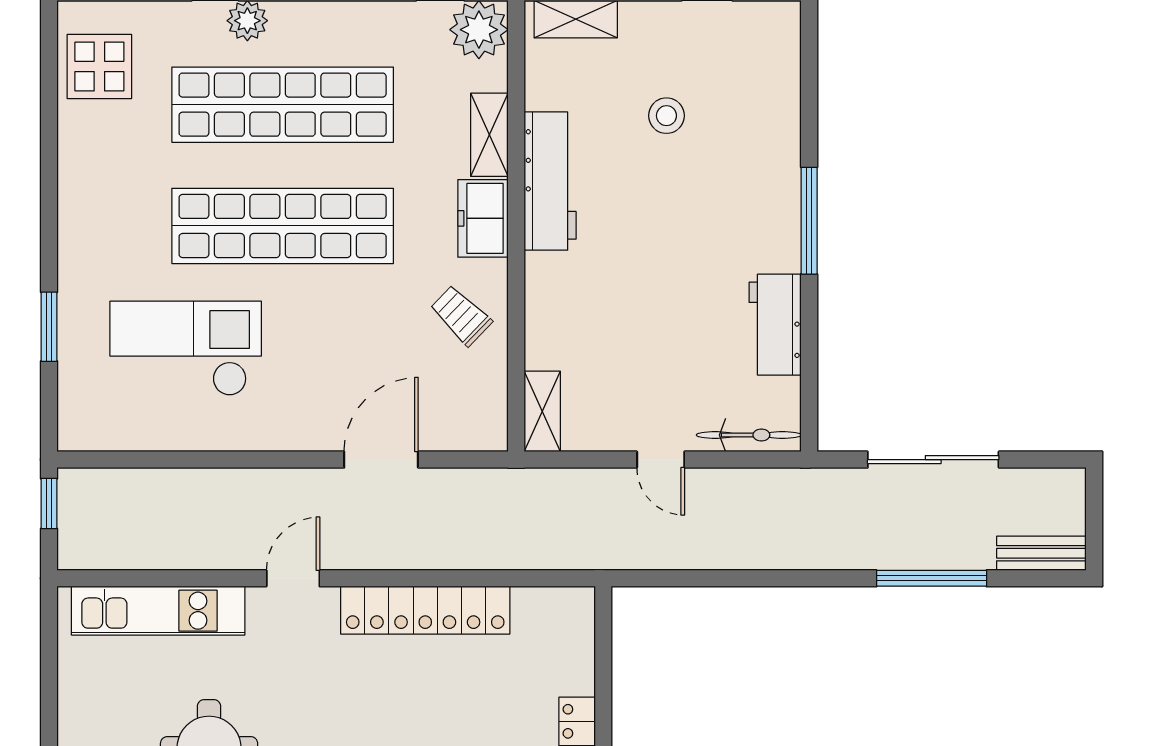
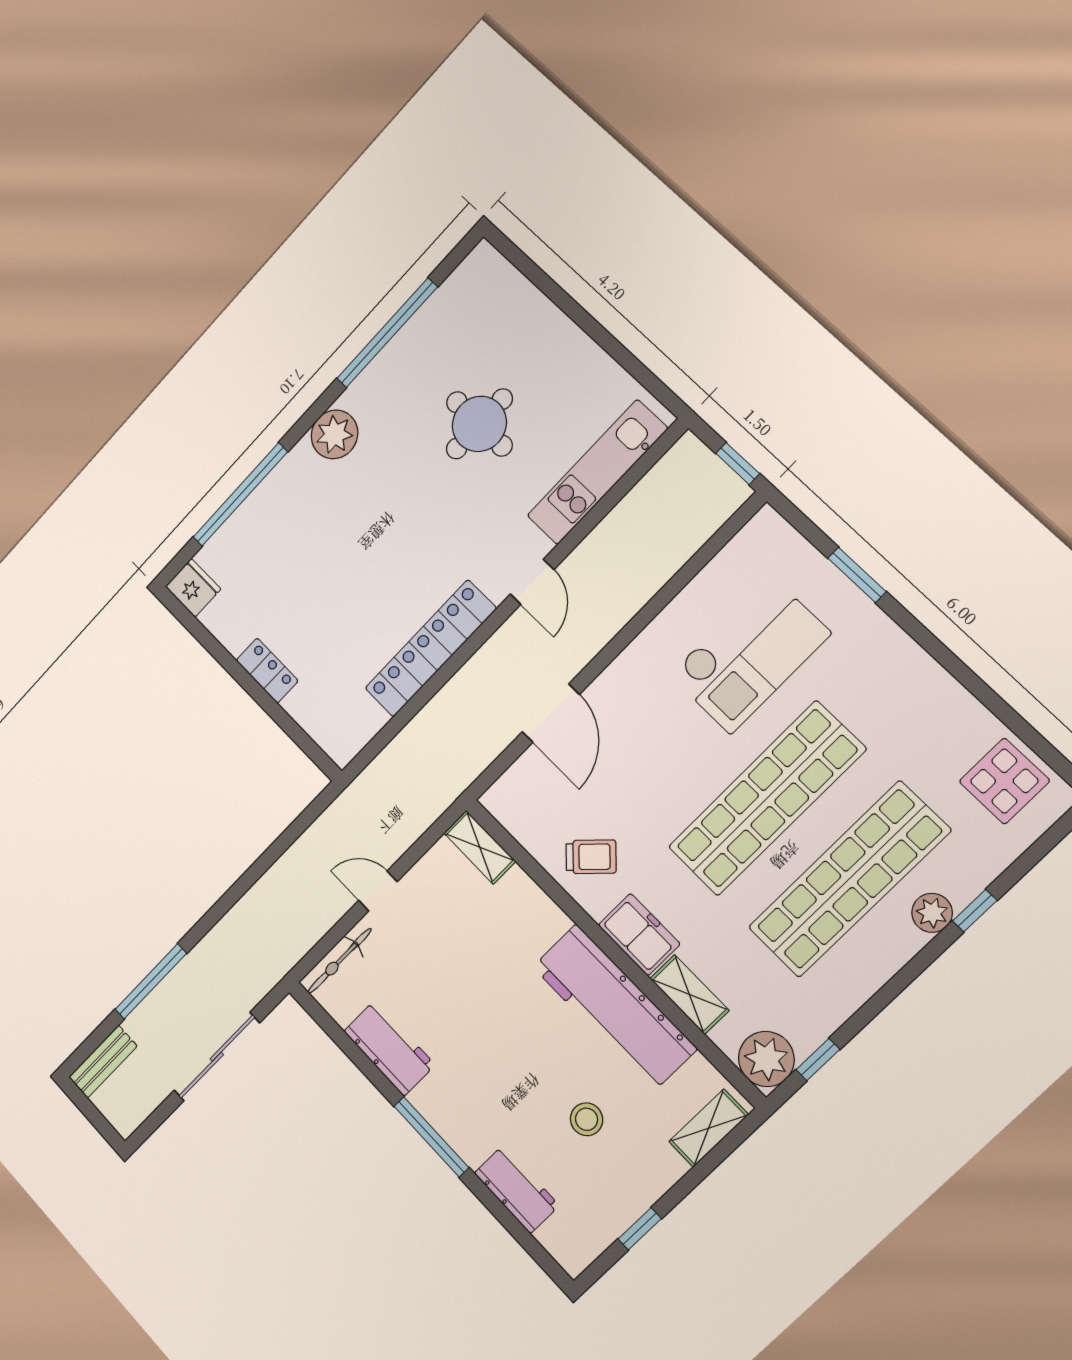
workbench: (778, 114) -> (517, 1189), added
workbench: (550, 181) -> (614, 1007), width x1.36, depth x1.32

